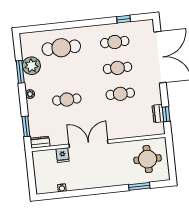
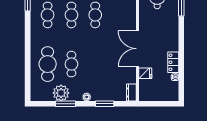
cafe table: (67, 100) -> (71, 64), moved
window: (26, 126) -> (105, 104), moved
locker: (78, 184) -> (173, 62), added

